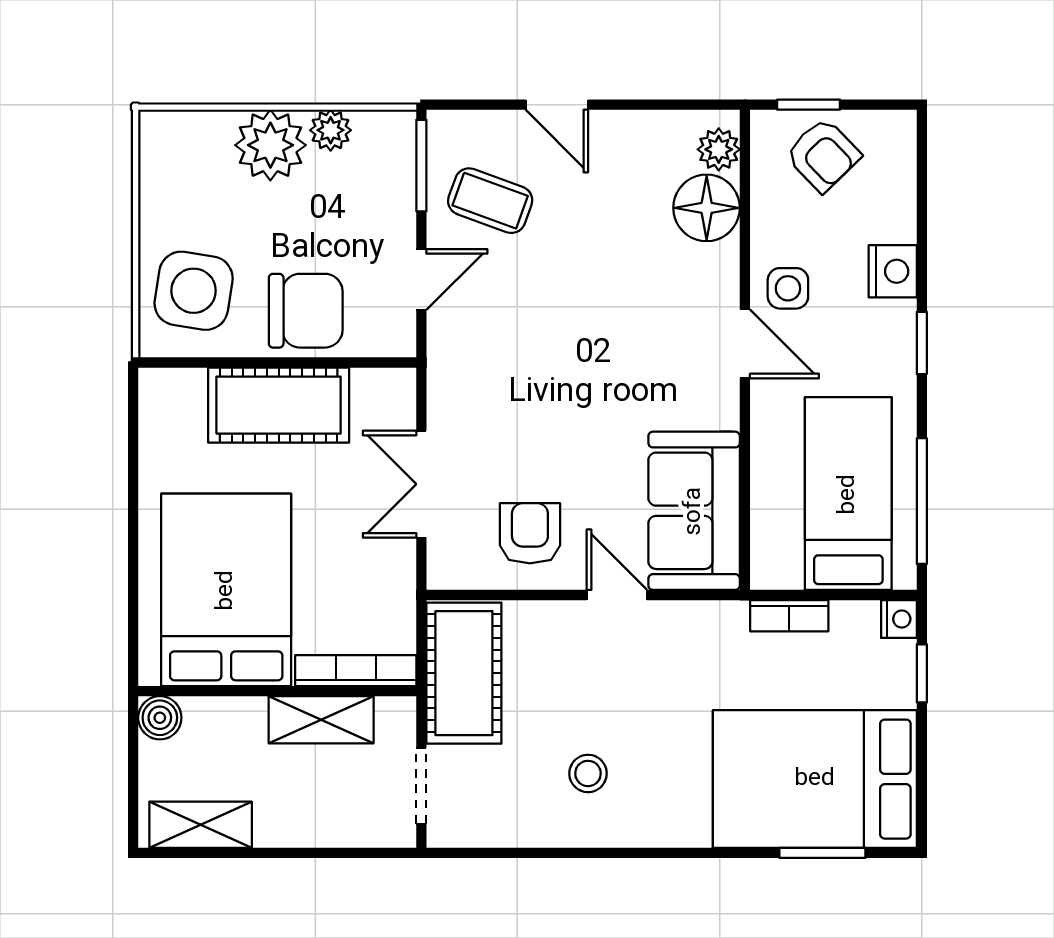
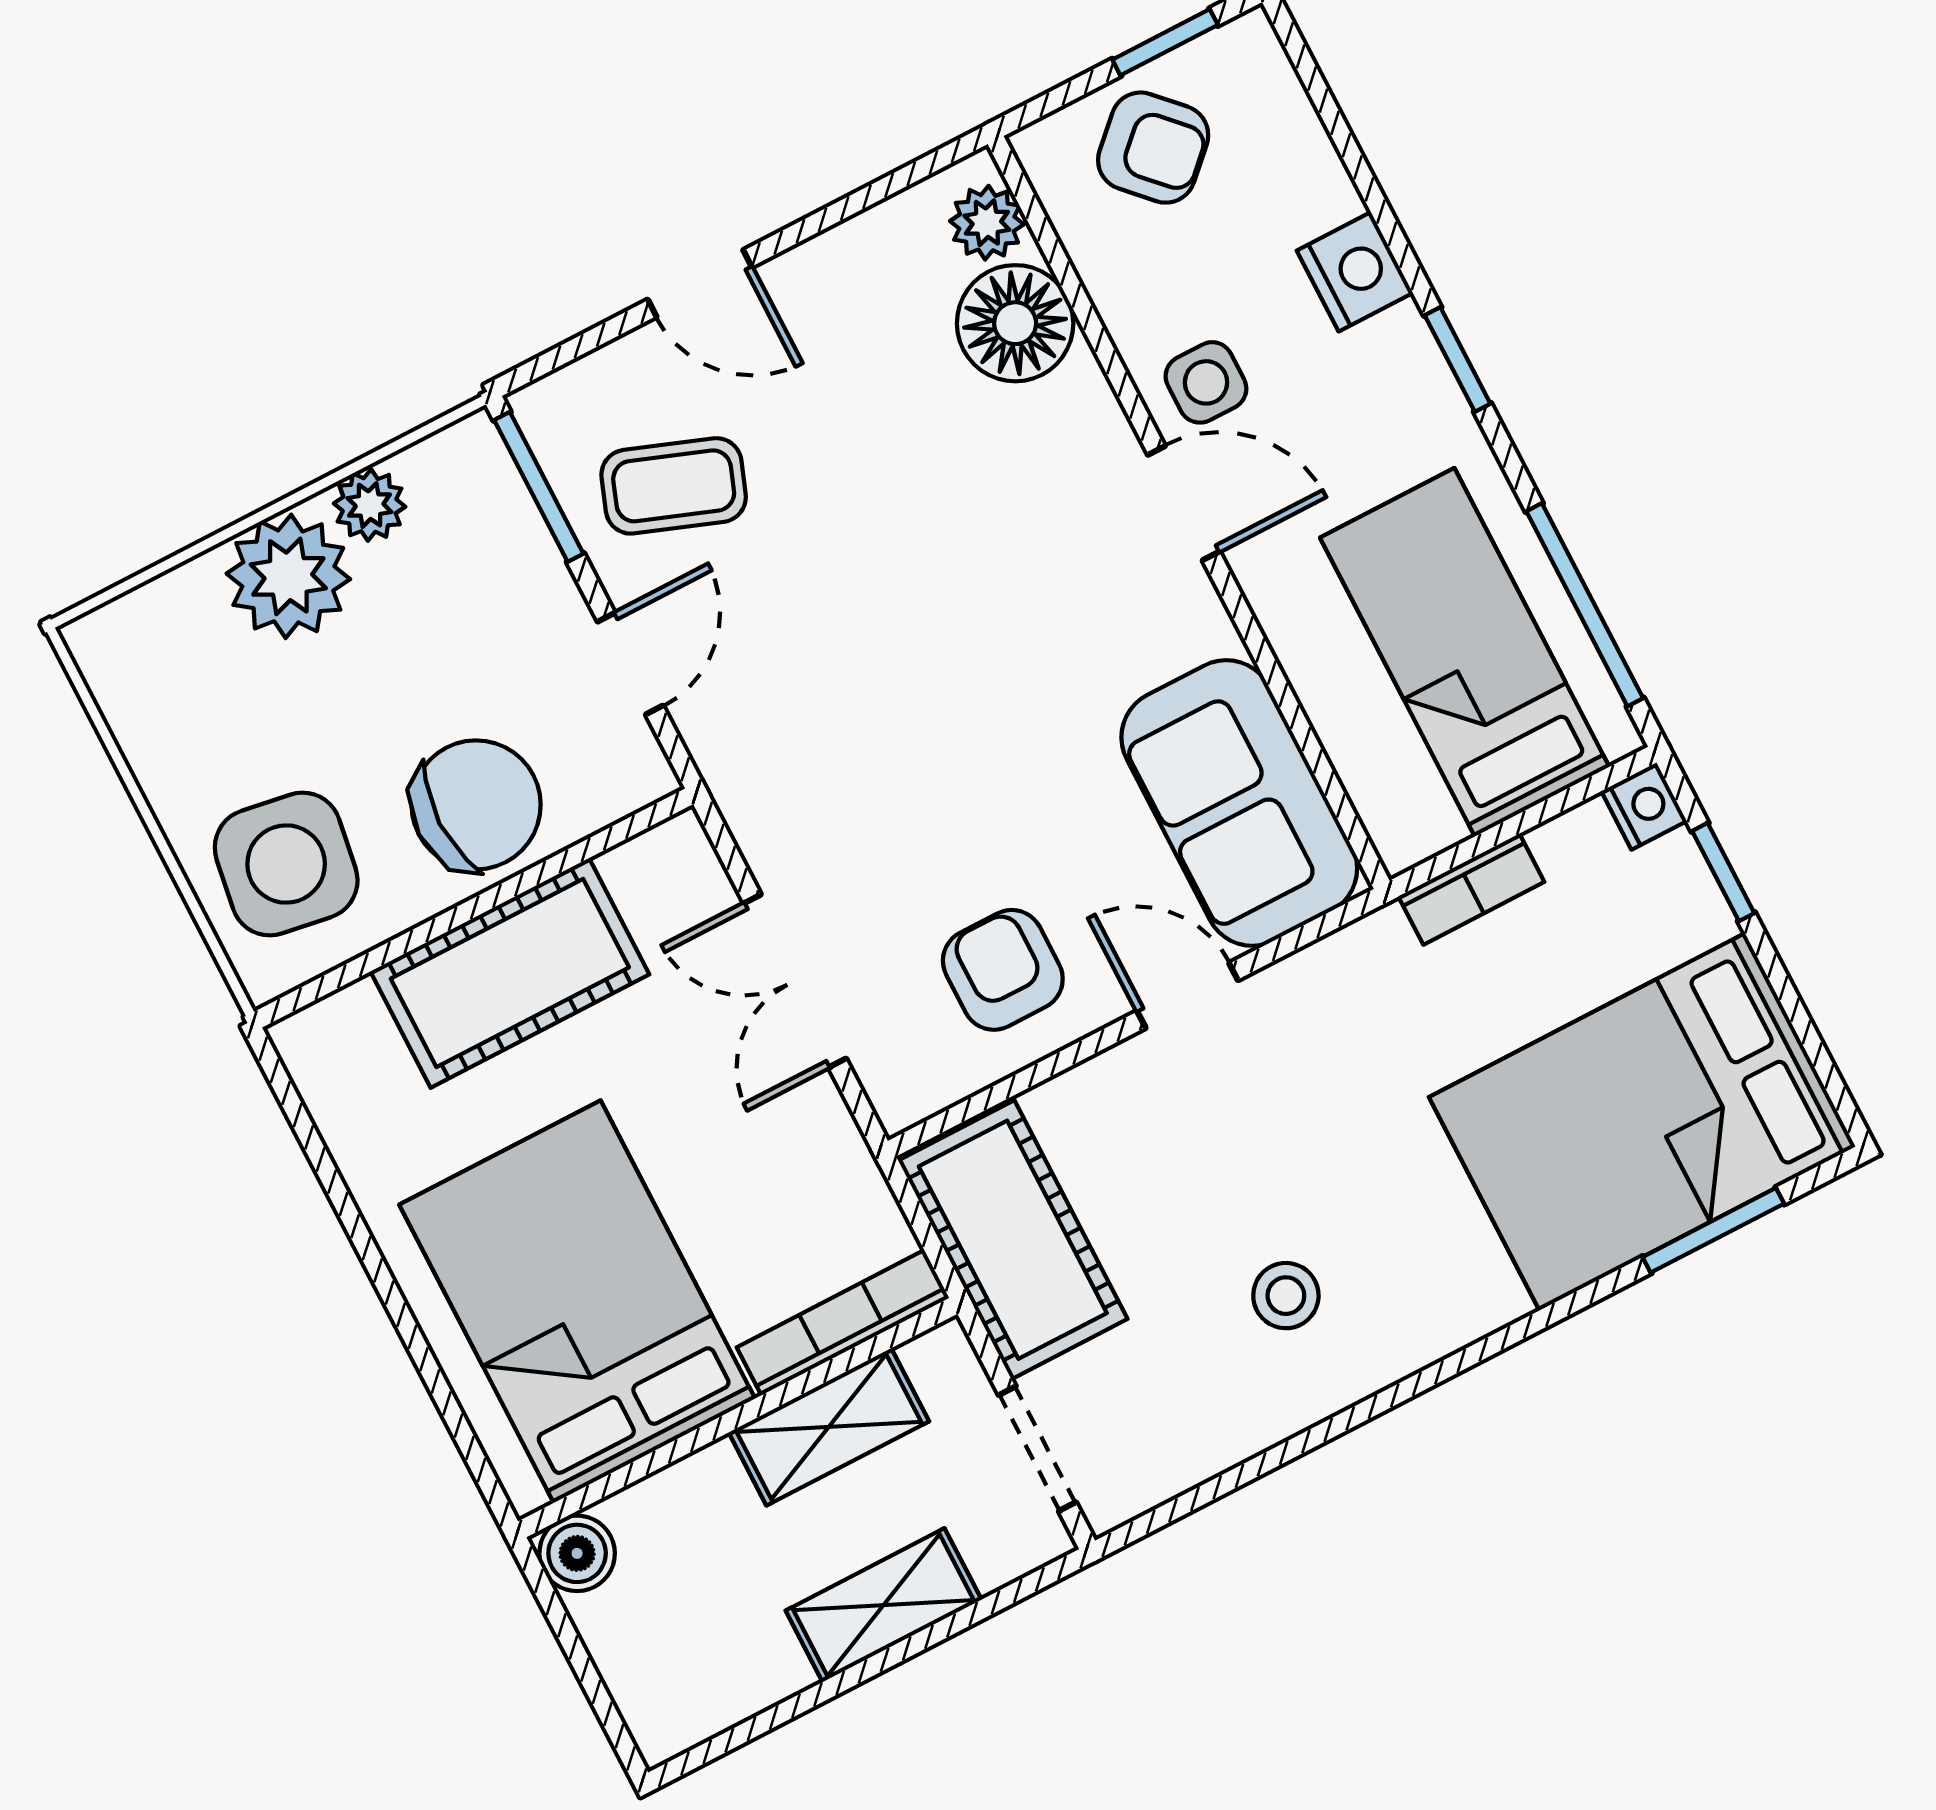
window: (809, 105) -> (1165, 42), moved
shelving: (201, 825) -> (884, 1605), moved

